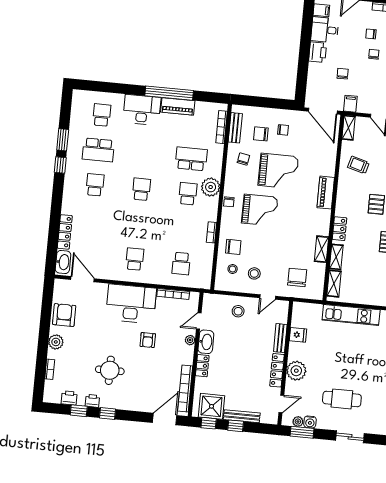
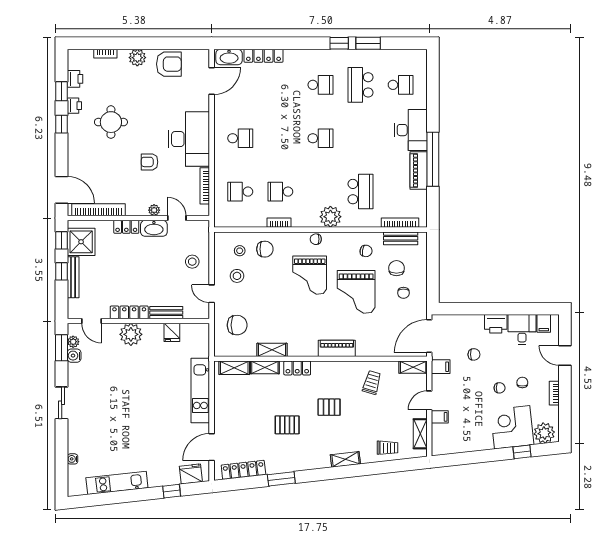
school desk: (188, 194) -> (280, 192), moved, turned 180
chair: (233, 247) -> (265, 249), turned -90
cafe table: (342, 399) -> (104, 389), removed

